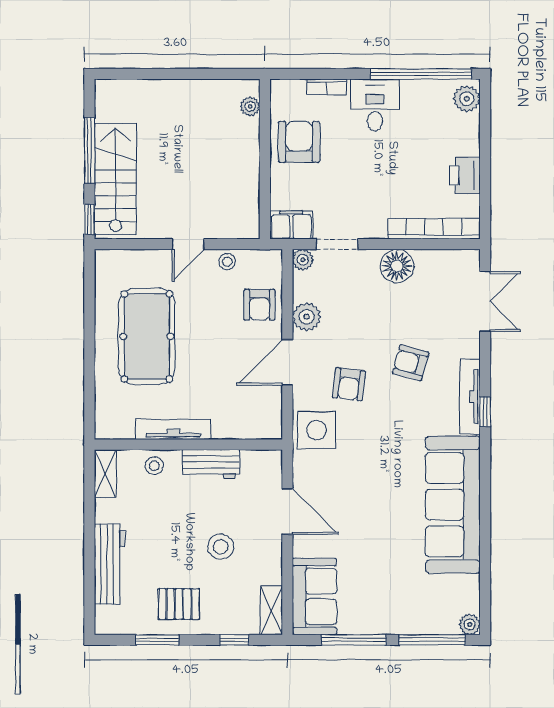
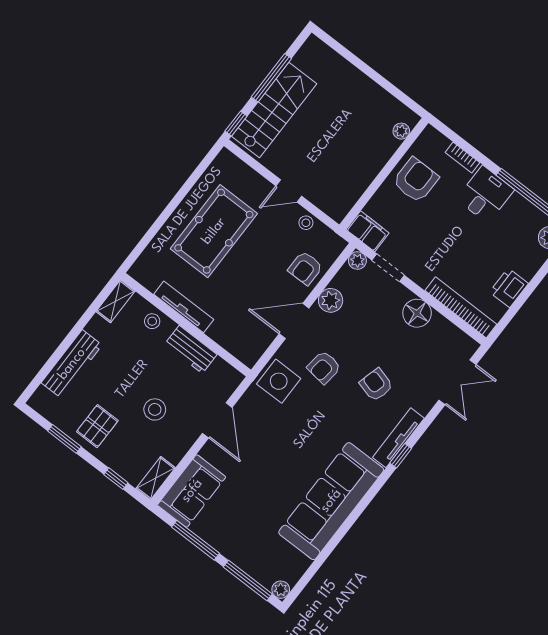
pallet: (179, 604) -> (97, 426), turned 90

